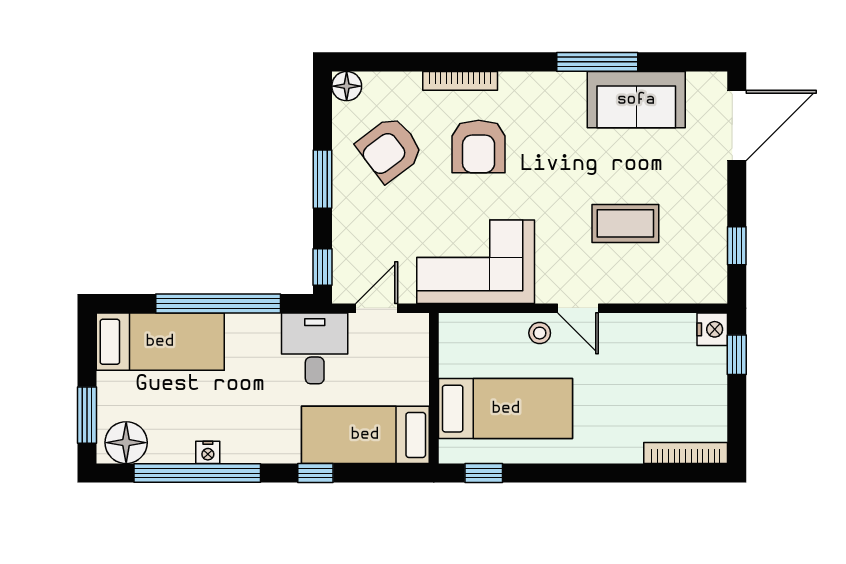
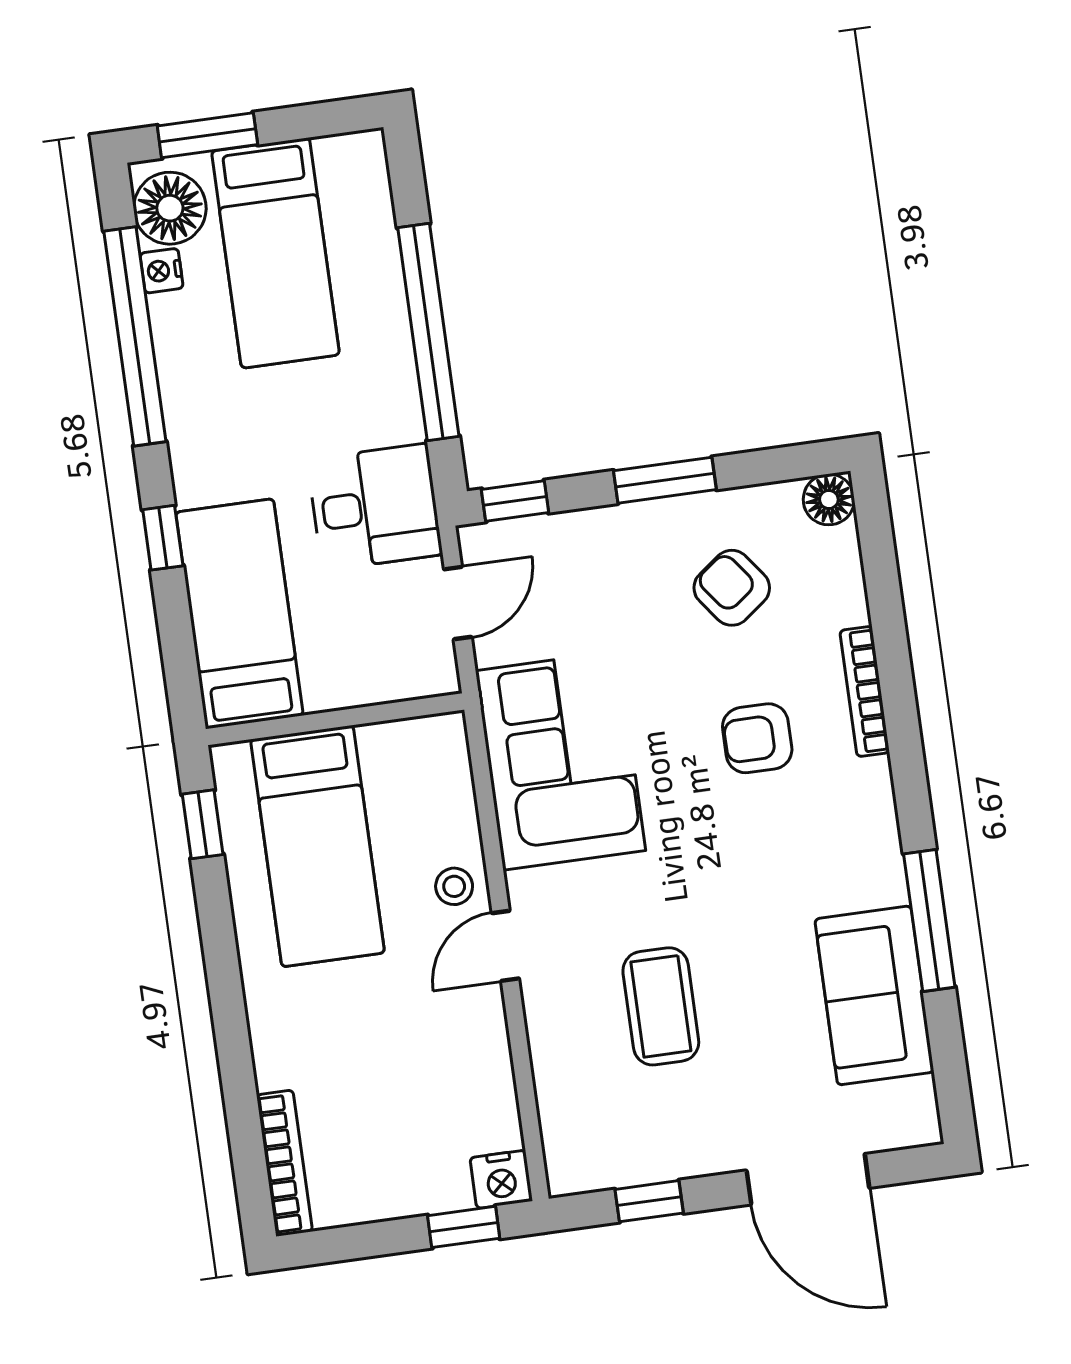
door: (737, 126) -> (808, 1179), moved
armchair: (479, 147) -> (757, 738), width x0.72, depth x0.72
armchair: (390, 149) -> (732, 588), width x0.72, depth x0.72
door: (377, 308) -> (458, 603), hinge flipped
bed: (160, 342) -> (275, 253), moved
nightstand: (208, 452) -> (162, 271), moved

